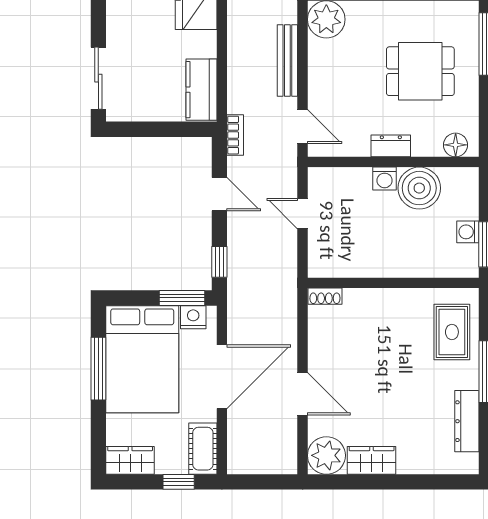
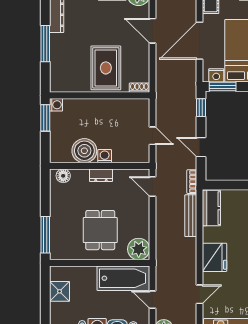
bench: (287, 61) -> (191, 216), moved
dining table: (420, 71) -> (100, 230), moved, turned 90
washing machine: (468, 232) -> (56, 105), moved
rug: (452, 332) -> (106, 68), moved, width x1.36, depth x1.43

